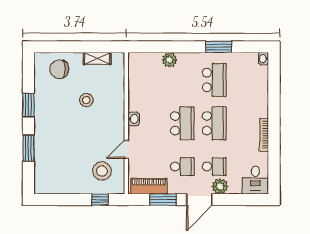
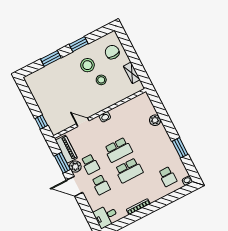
school desk: (214, 80) -> (168, 177), moved, width x0.54
stool: (102, 171) -> (87, 65), moved
plant: (220, 186) -> (75, 167), moved

